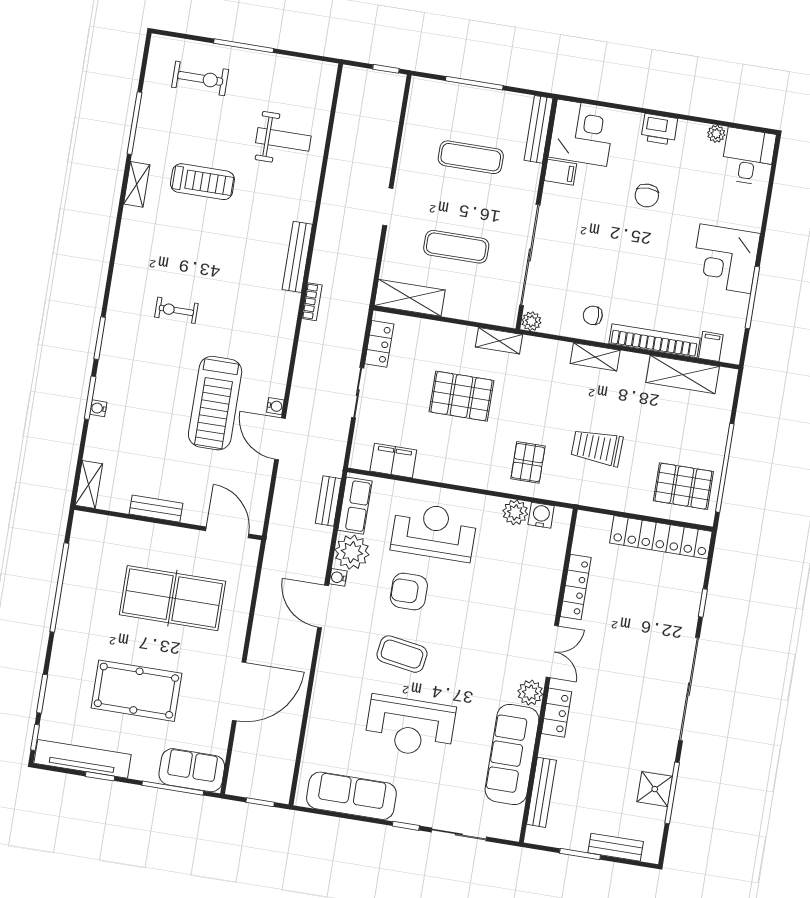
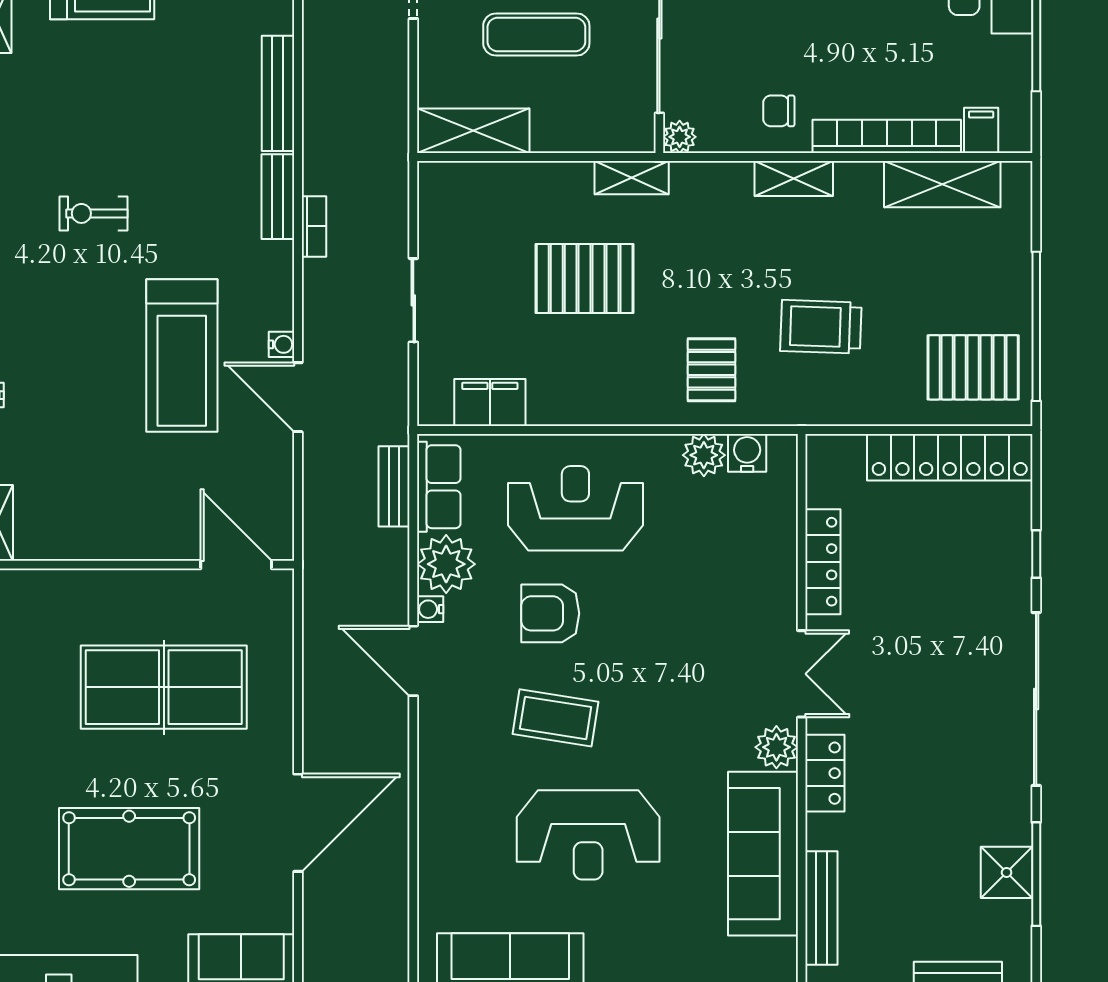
bookcase: (312, 302) -> (314, 226), moved
locker: (379, 344) -> (436, 215), removed
bench: (156, 509) -> (278, 197), moved, turned 90

